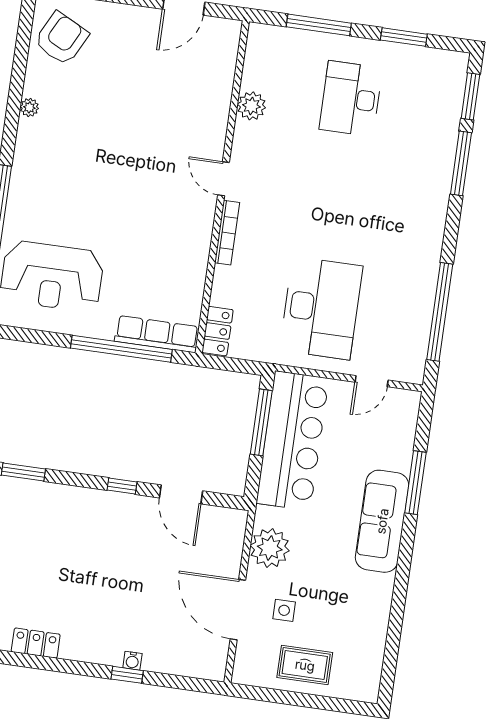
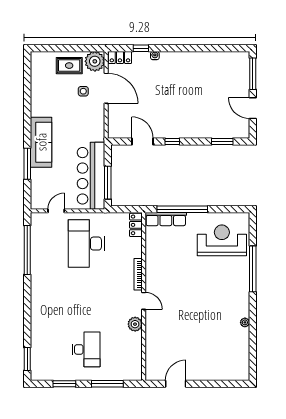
armchair: (61, 38) -> (234, 359), removed
plant: (251, 106) -> (135, 324), moved
window: (461, 163) -> (27, 325), removed
plant: (270, 548) -> (95, 61), moved
locker: (36, 643) -> (120, 57), moved
window: (127, 675) -> (141, 48), moved

